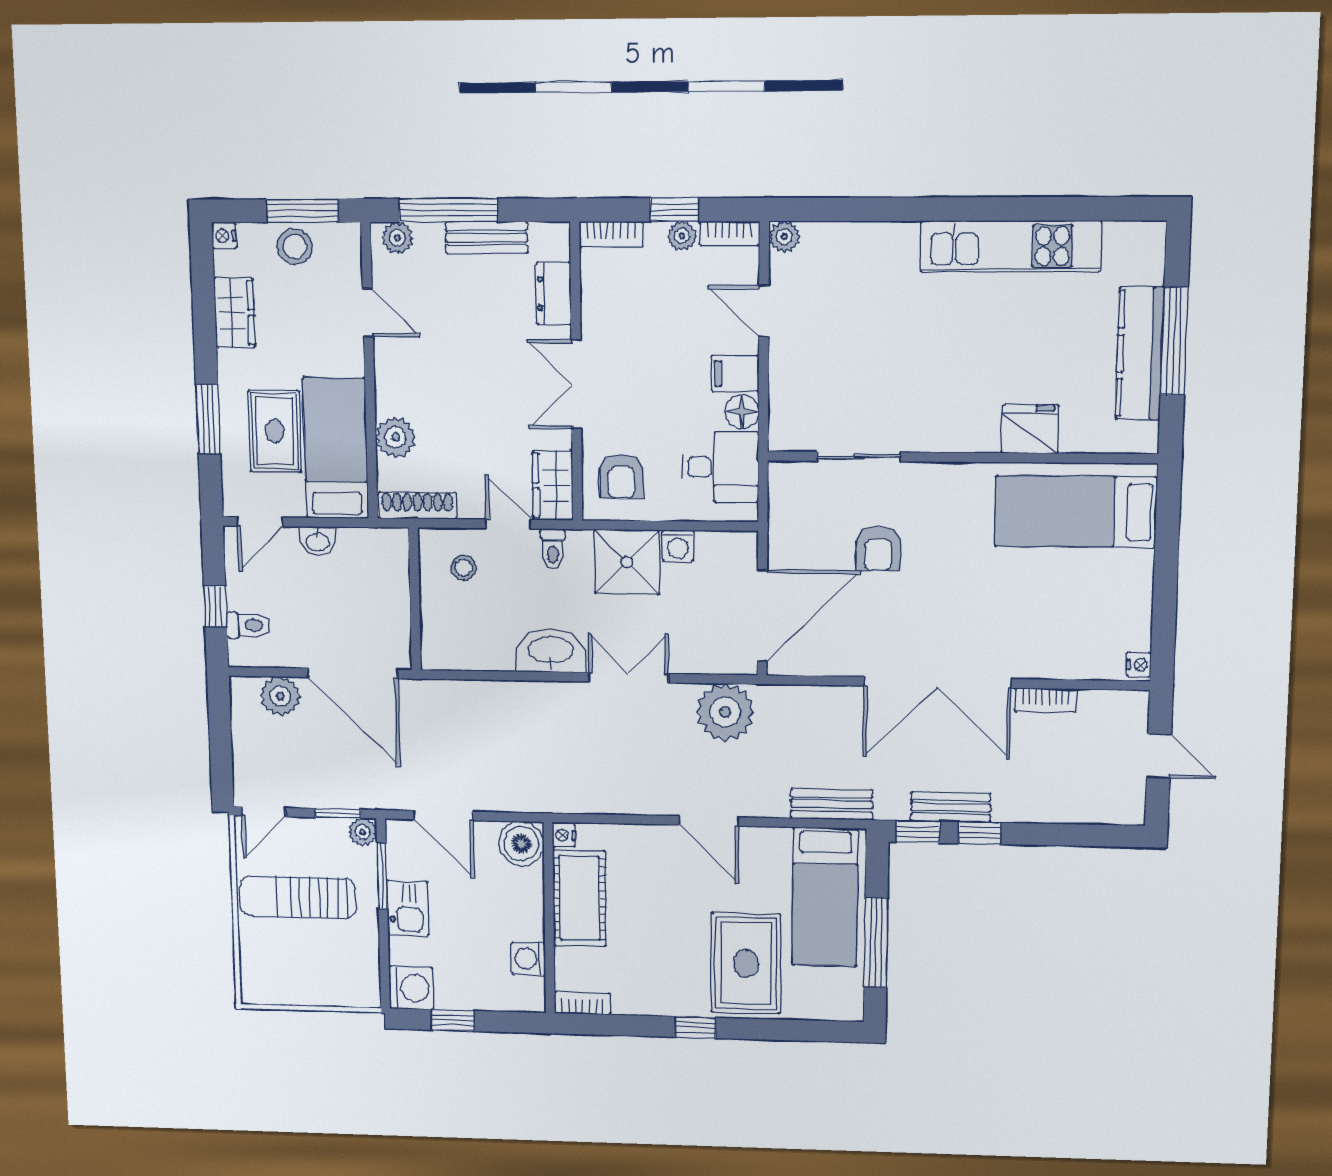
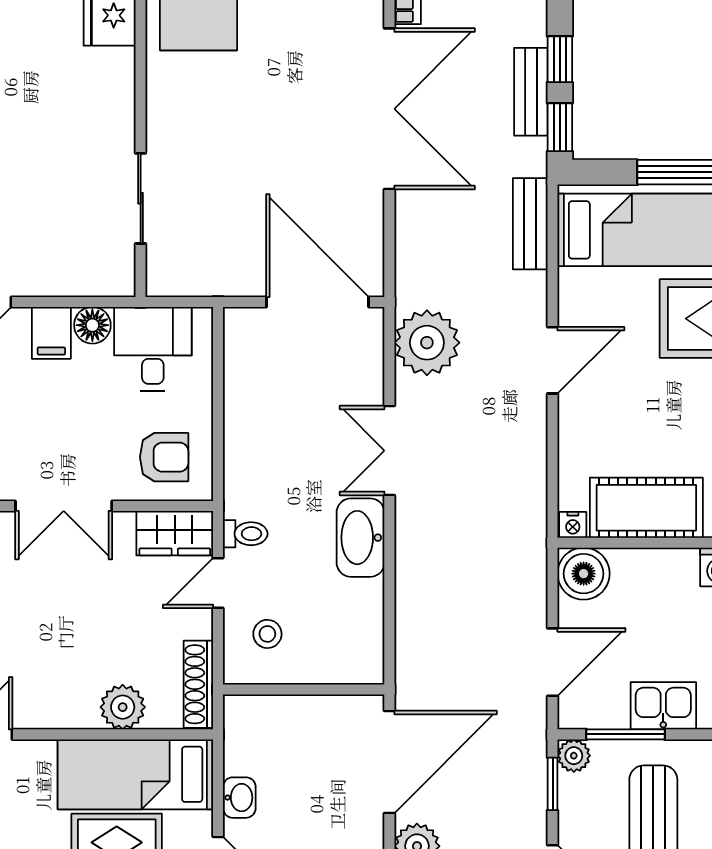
washing machine: (678, 546) -> (240, 395), removed
armchair: (878, 549) -> (241, 176), removed
shower: (627, 562) -> (259, 452), removed

